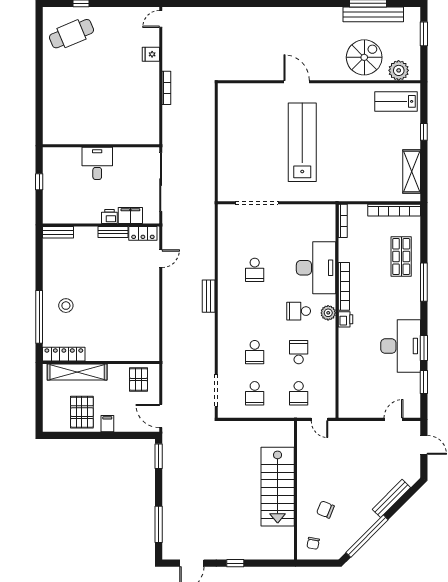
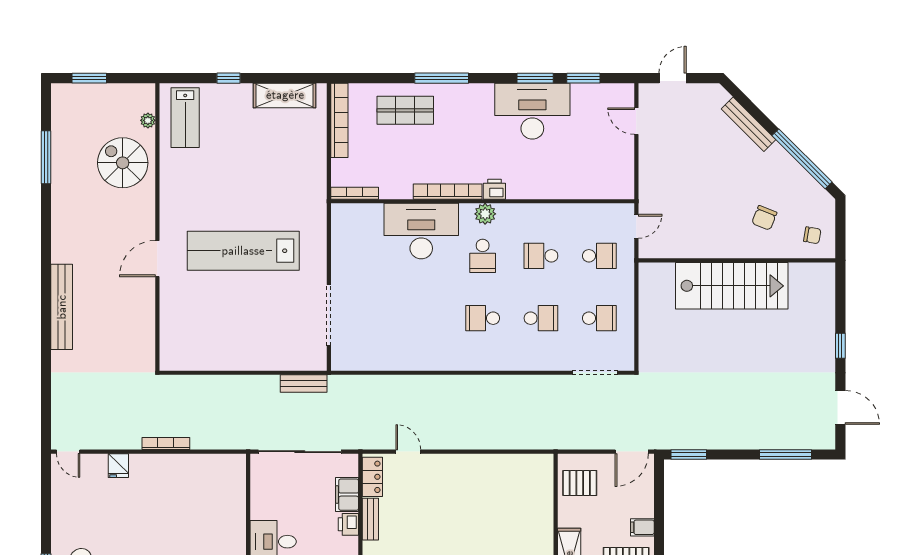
bench: (373, 14) -> (62, 307), moved
plant: (399, 70) -> (148, 120), width x0.53, depth x0.53
school desk: (255, 270) -> (483, 318), moved, turned 180
bench: (209, 296) -> (304, 384), moved

